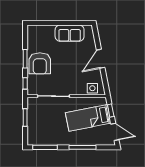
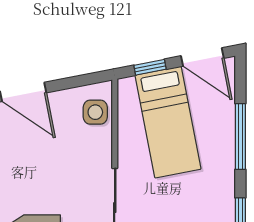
door: (115, 132) -> (202, 57), swing flipped

